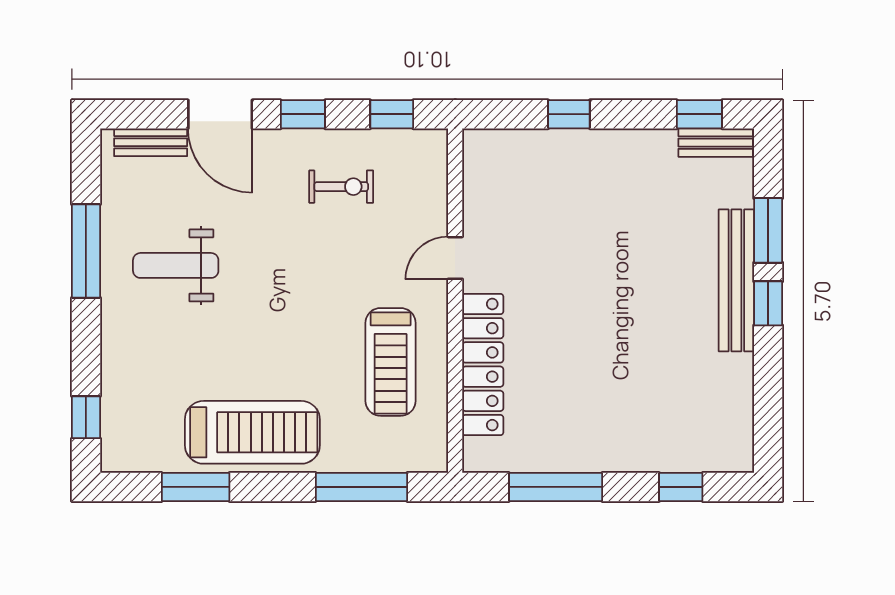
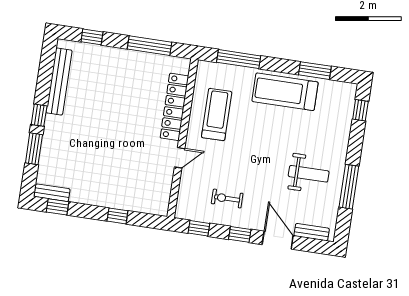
bench: (736, 280) -> (59, 82), moved

